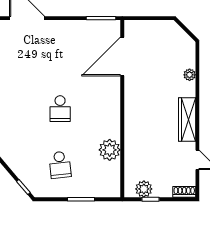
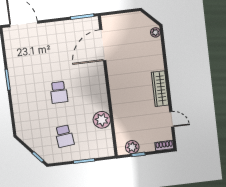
plant: (190, 75) -> (155, 32), moved

